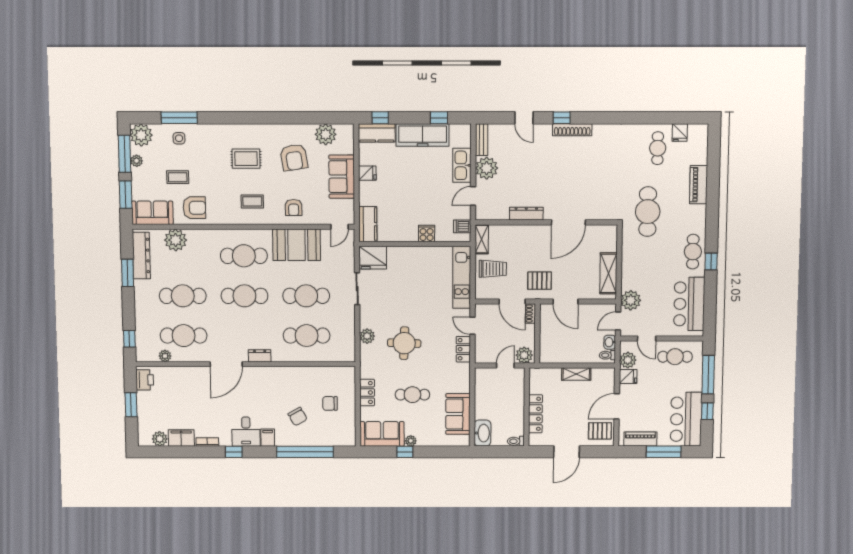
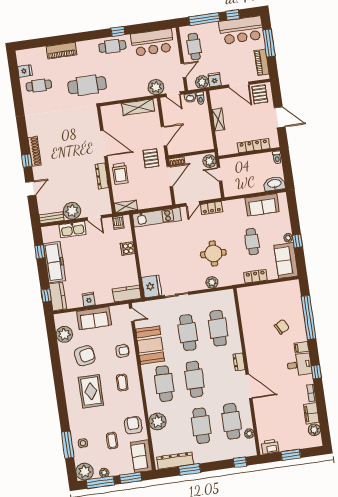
rug: (246, 159) -> (91, 391), width x1.36, depth x1.43
plant: (176, 240) -> (157, 422), moved
trolley: (493, 269) -> (120, 174), moved, turned 180
chair: (330, 403) -> (268, 303), removed

